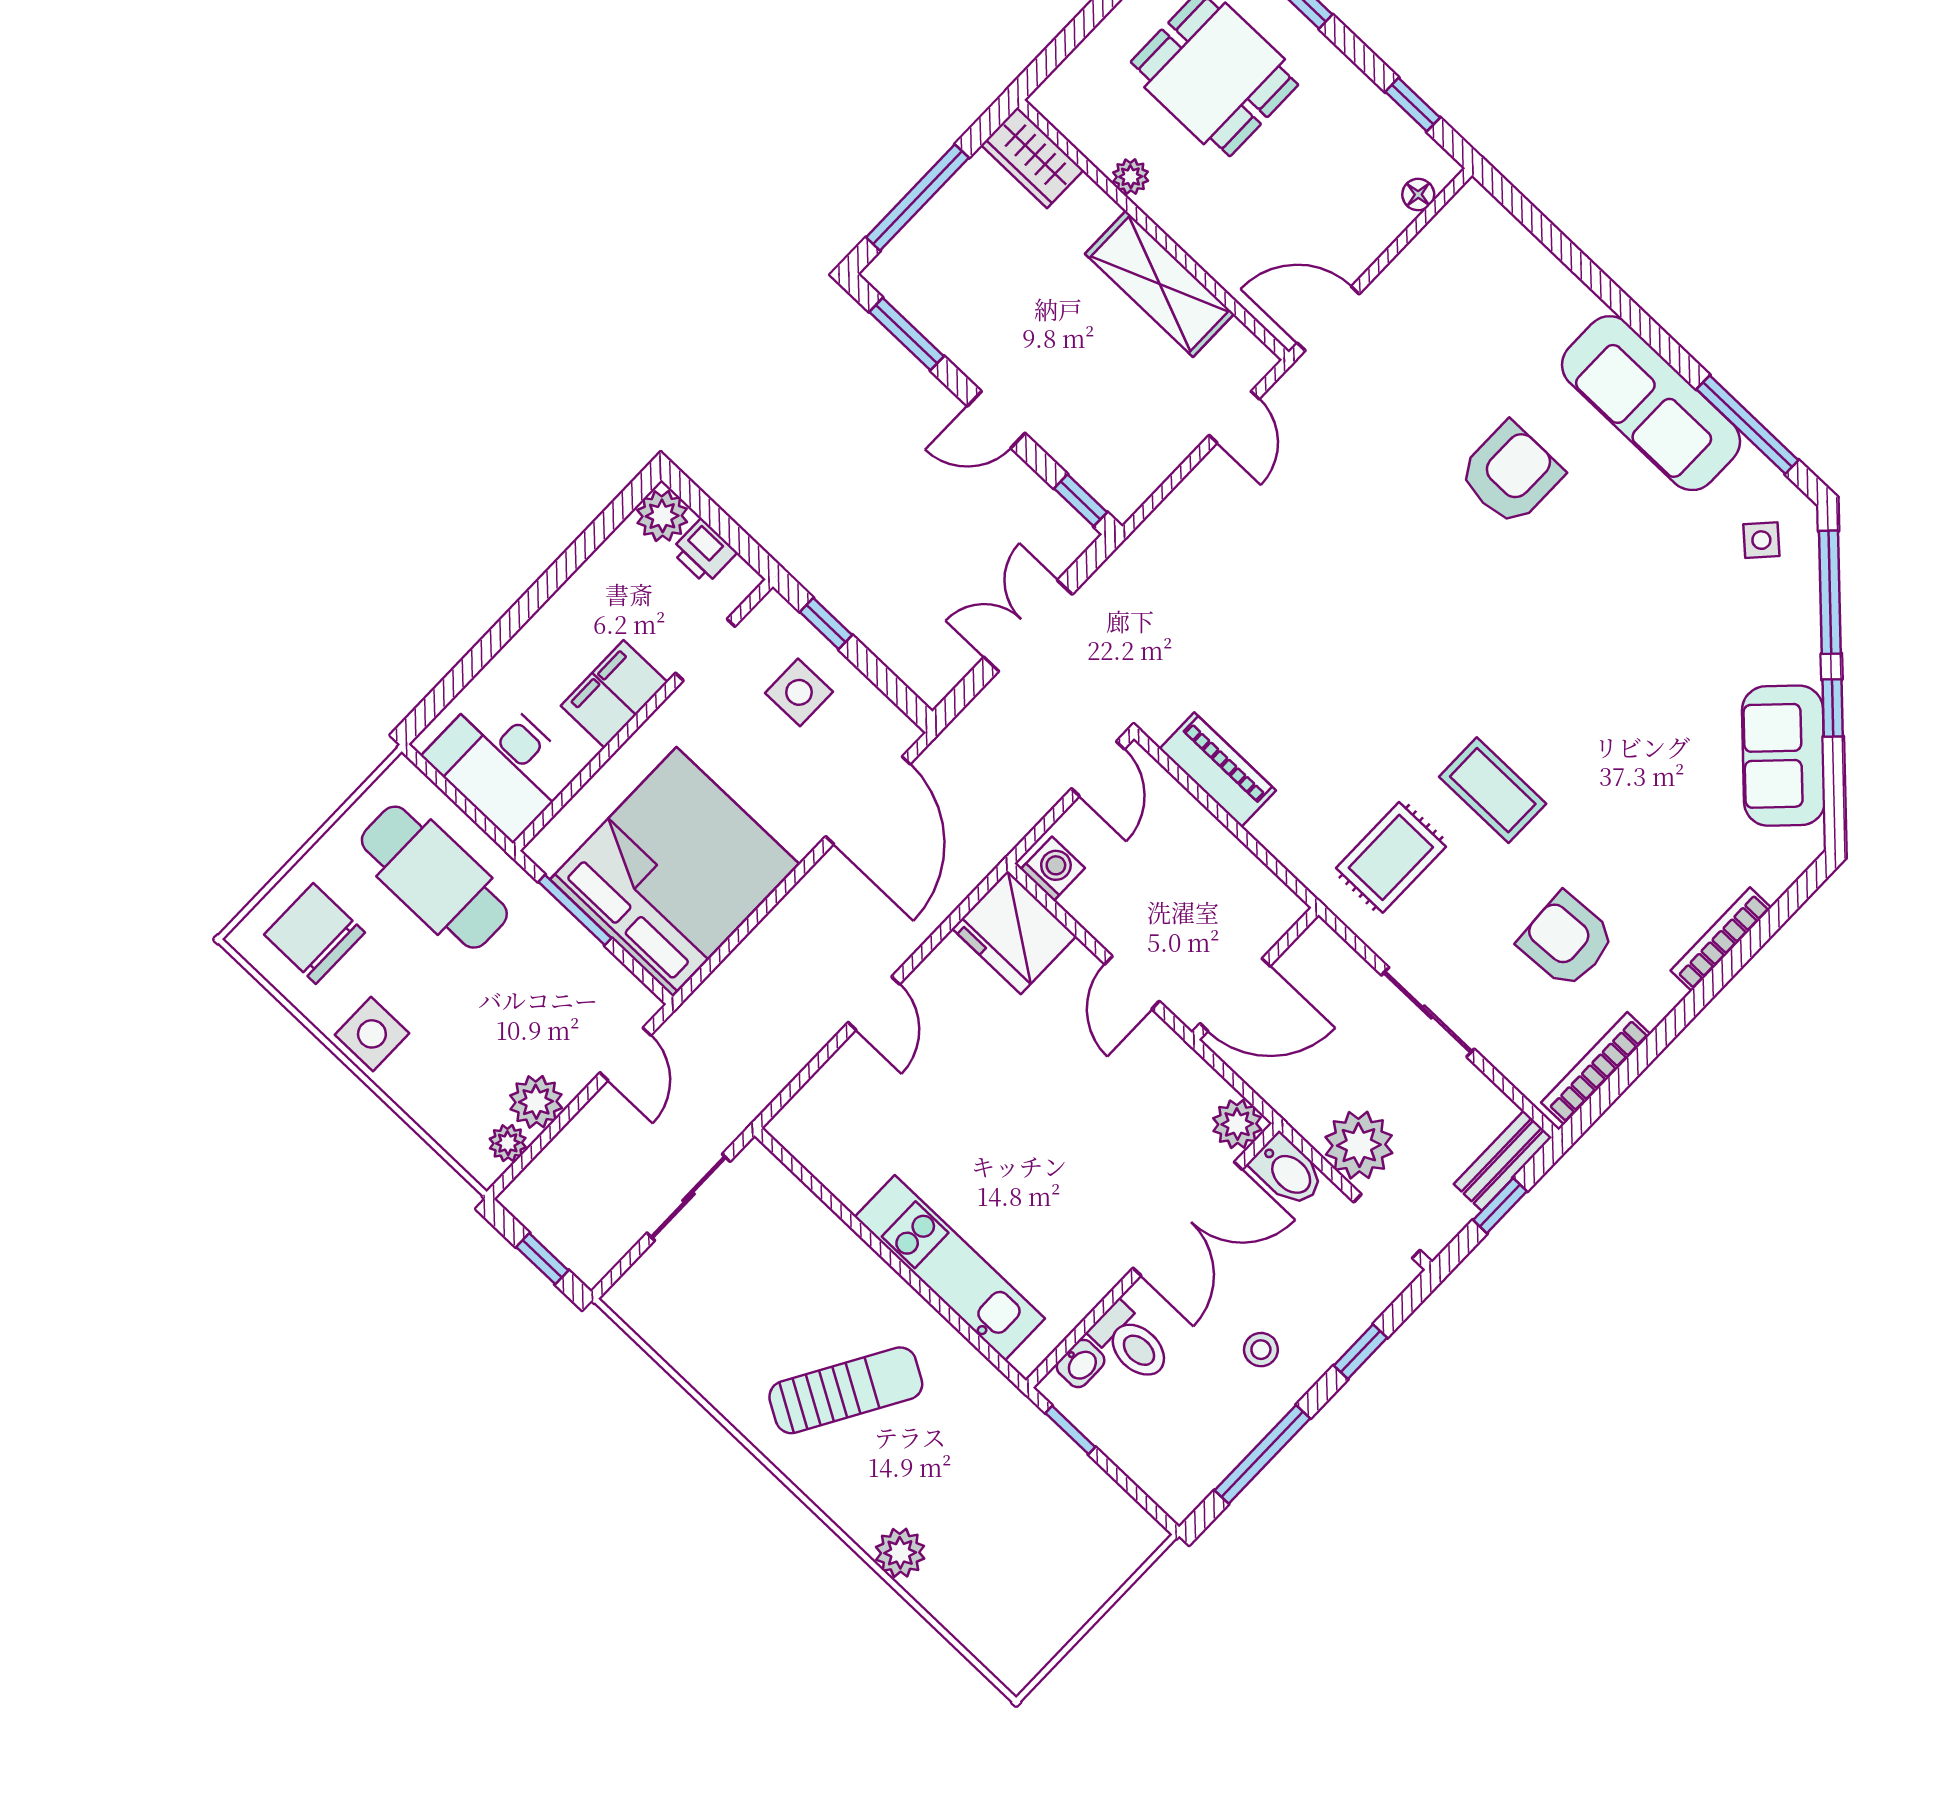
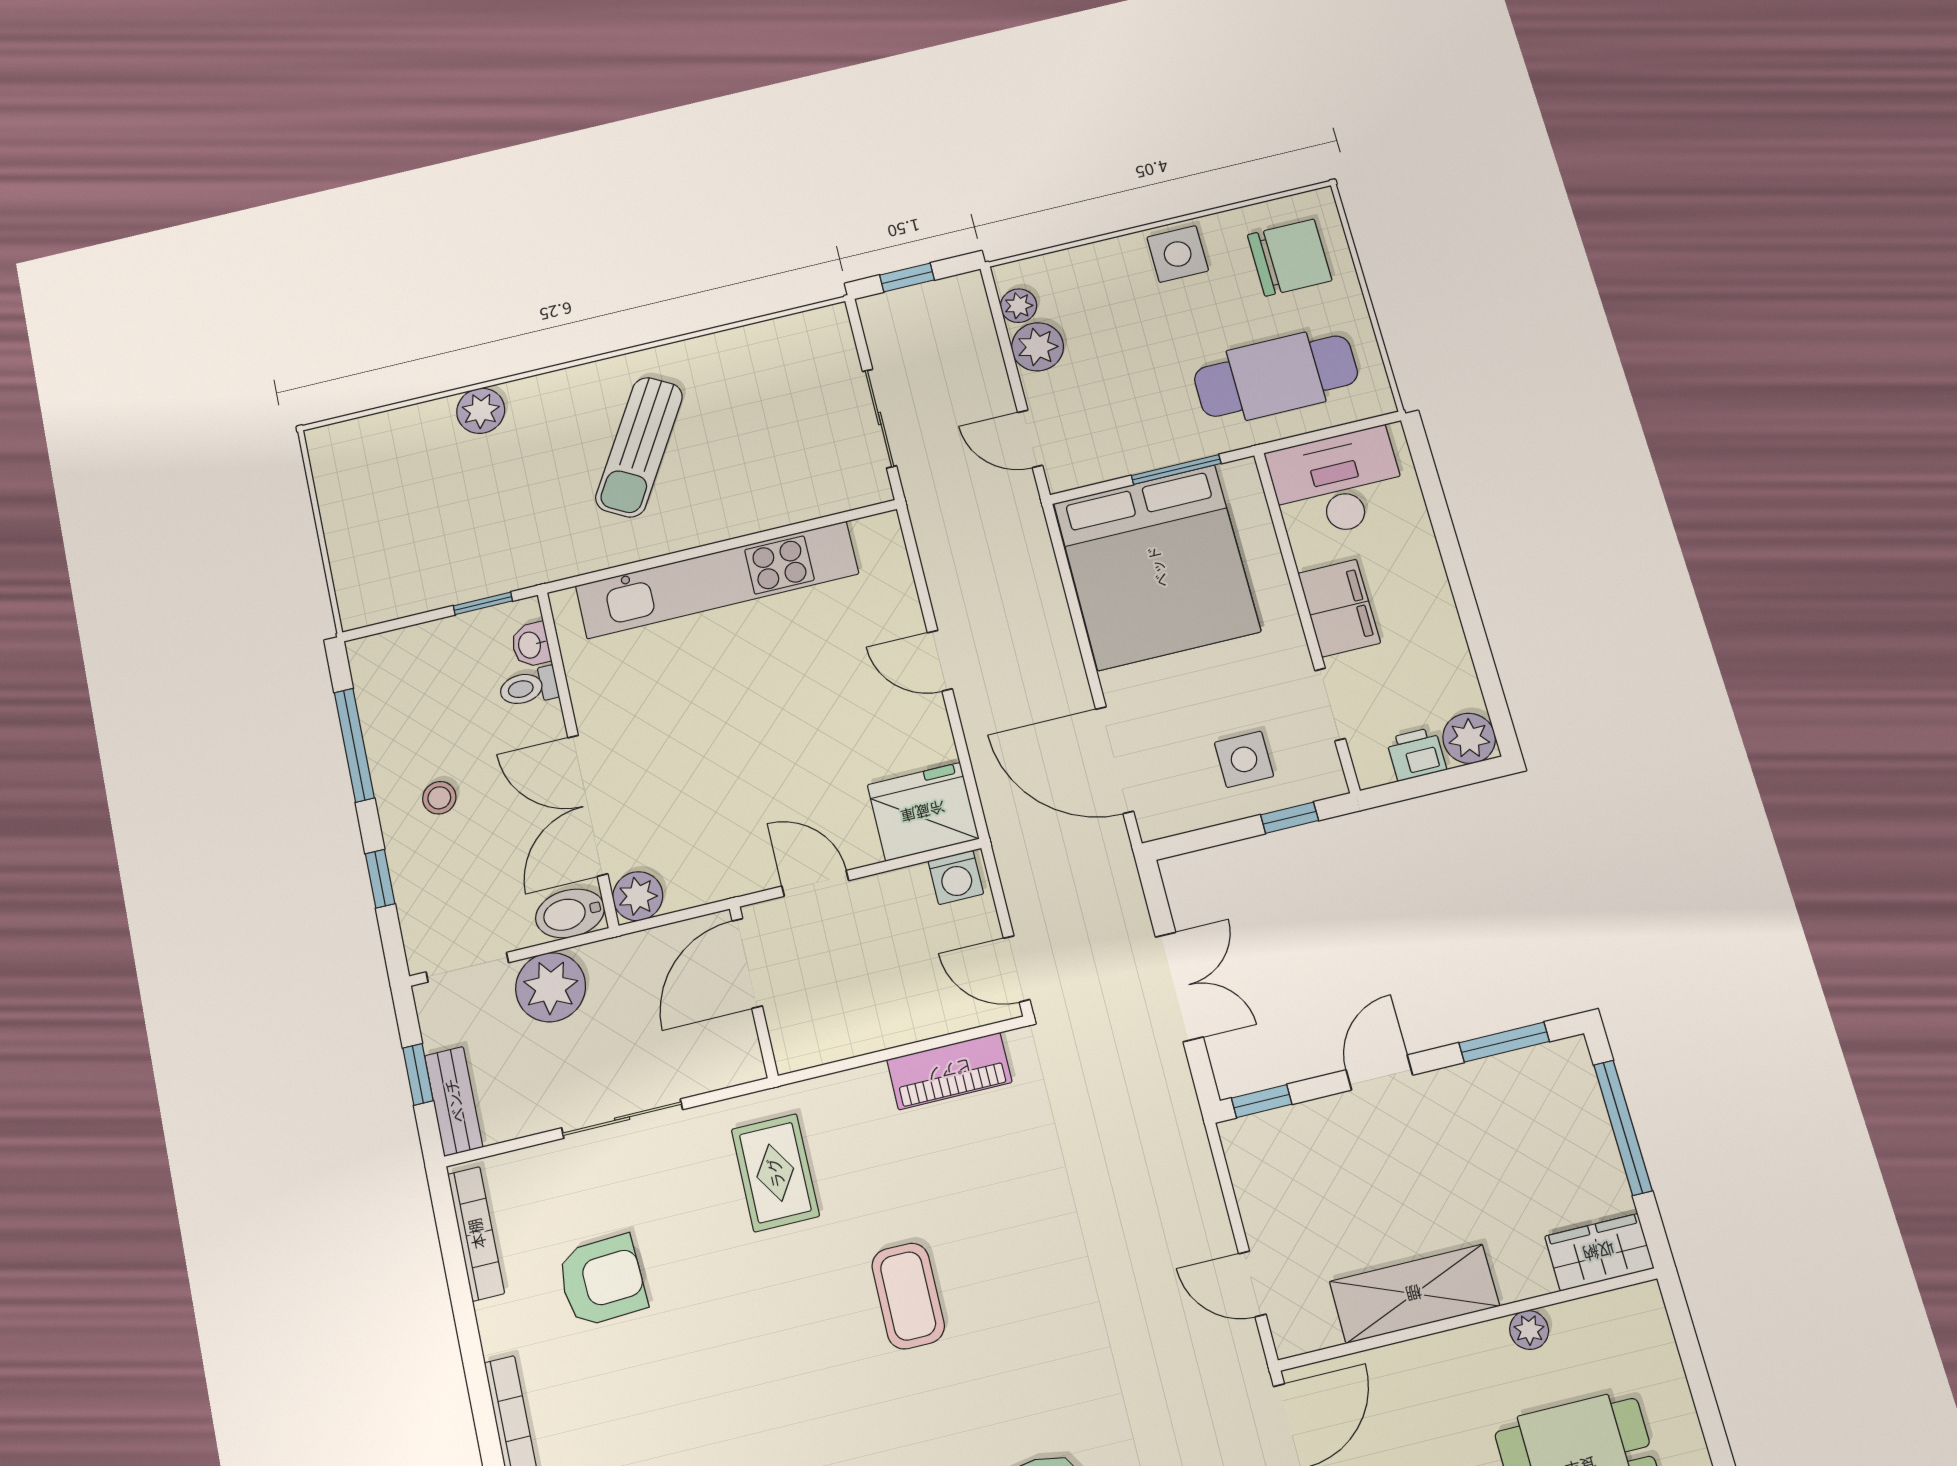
coffee table: (1493, 790) -> (908, 1296), moved, turned 90
kitchen unit: (950, 1268) -> (717, 580), width x1.36
toilet: (1131, 1343) -> (528, 687), width x0.73, depth x0.72

